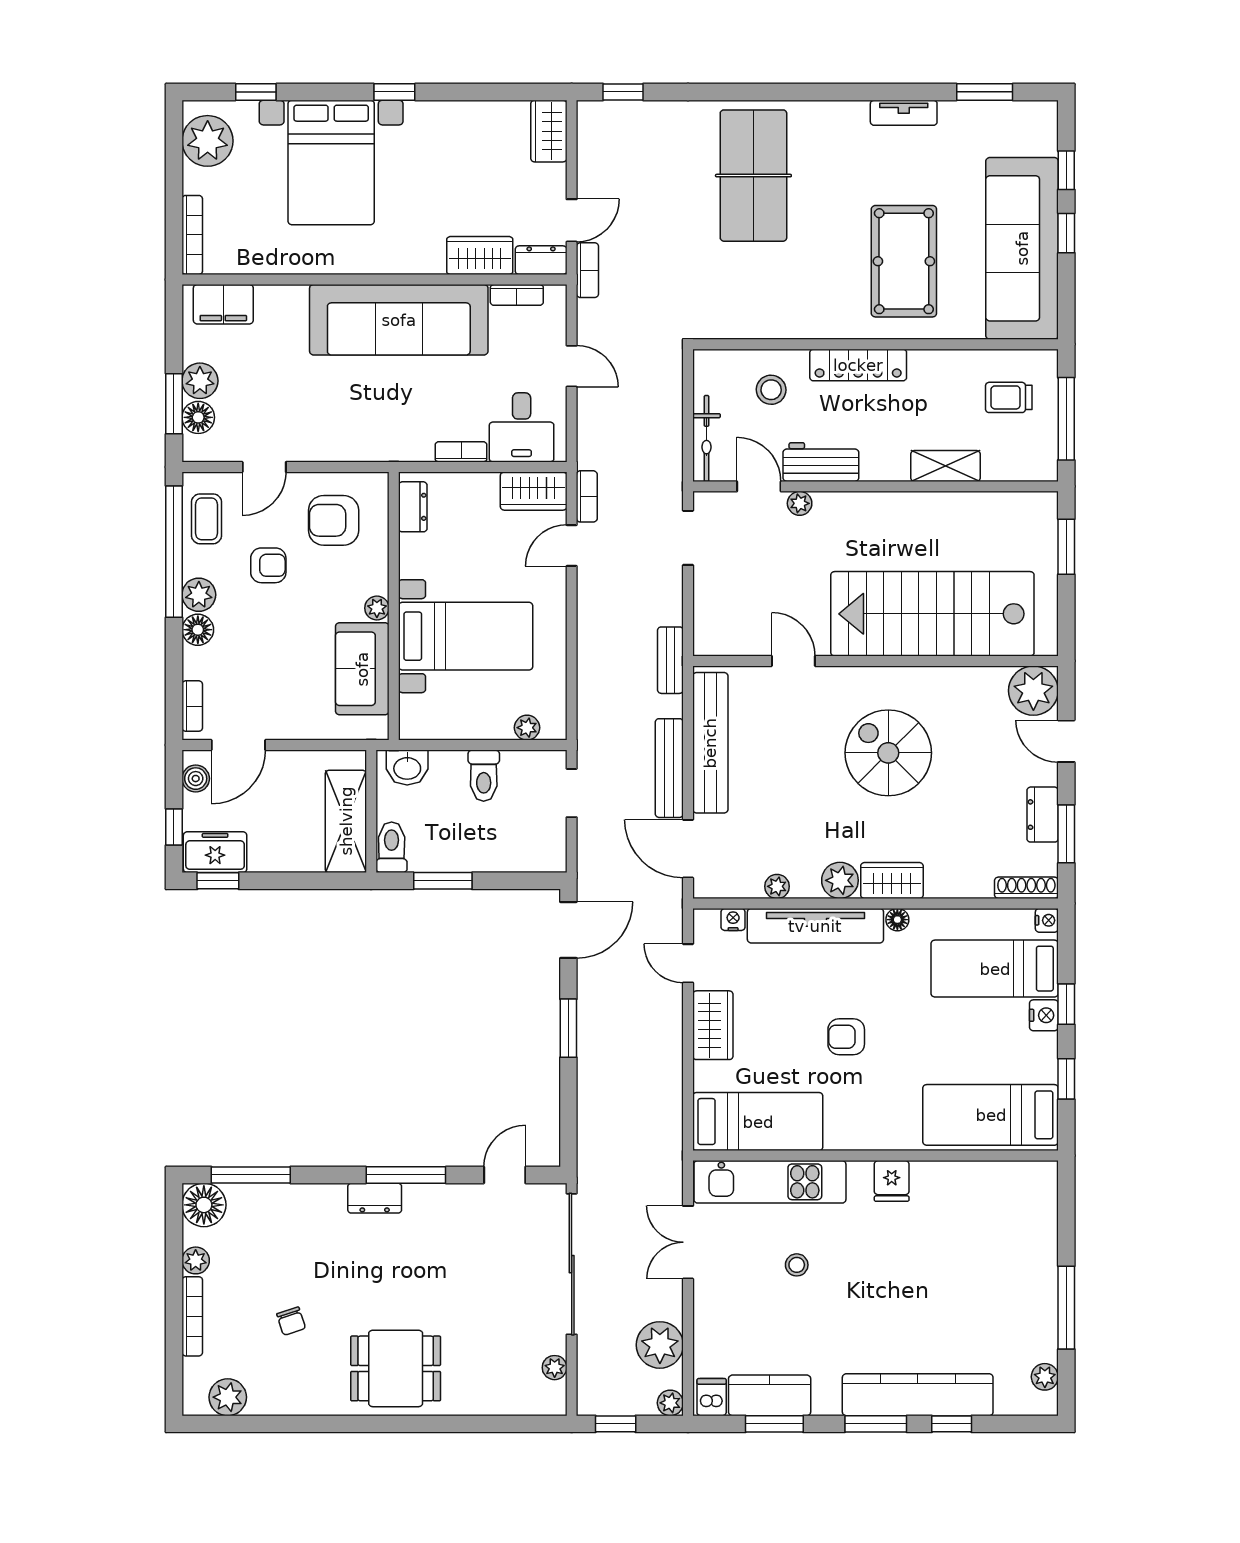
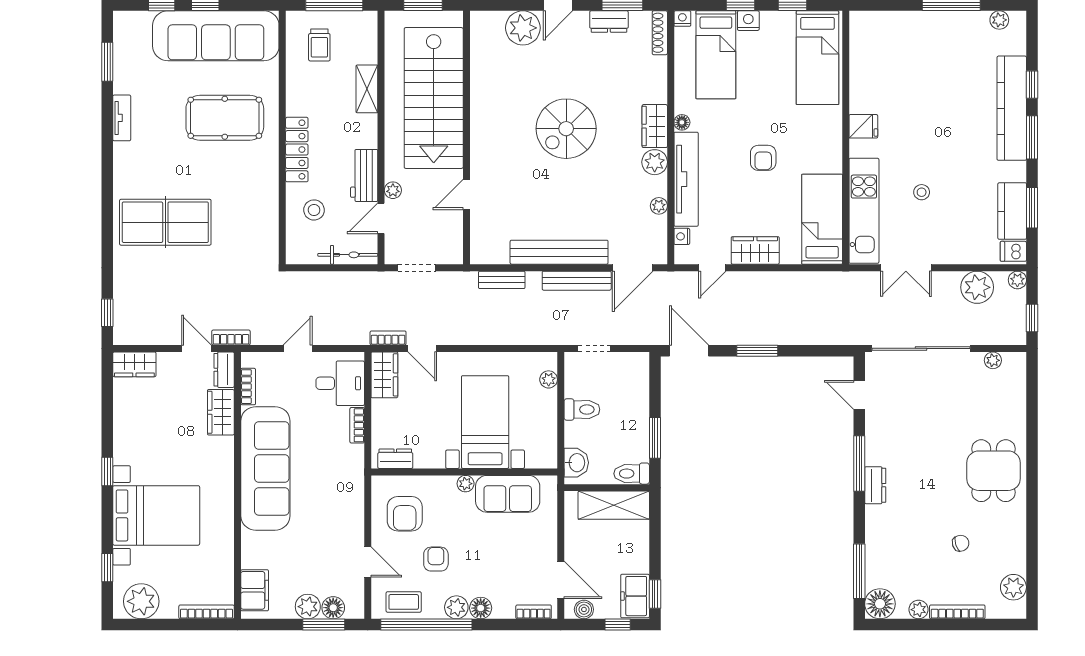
stairs: (932, 614) -> (434, 98), moved
door: (793, 661) -> (466, 195), moved
wall: (876, 661) -> (466, 138), moved

